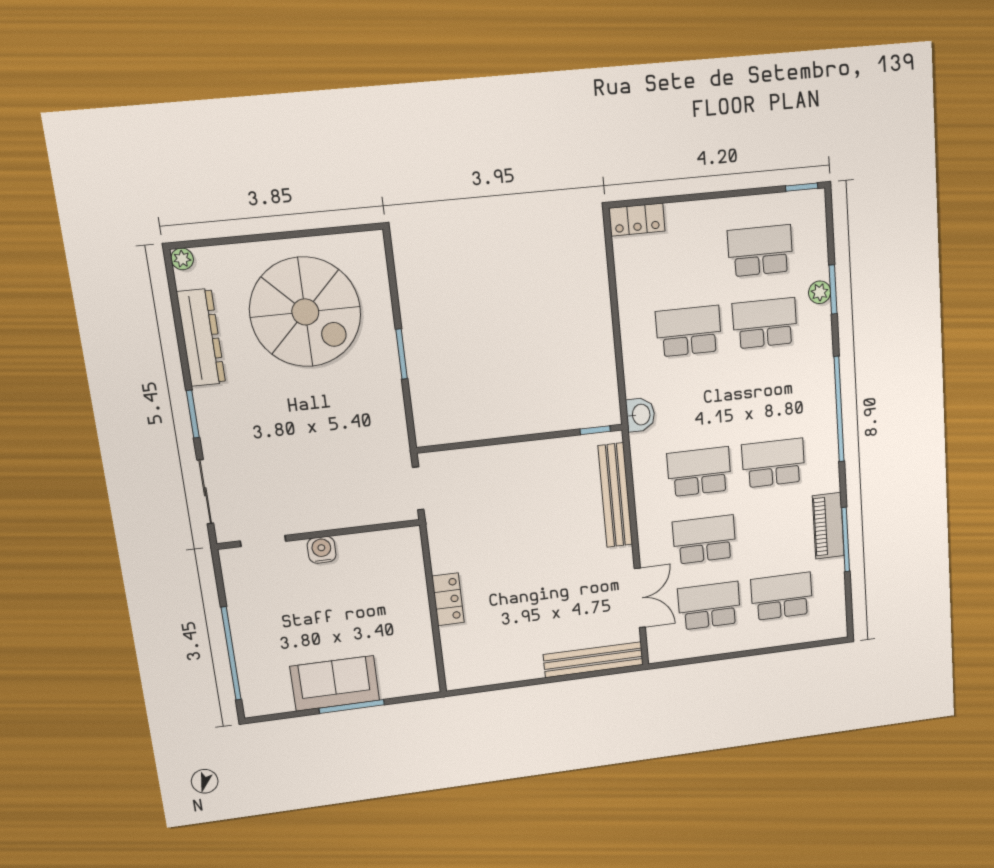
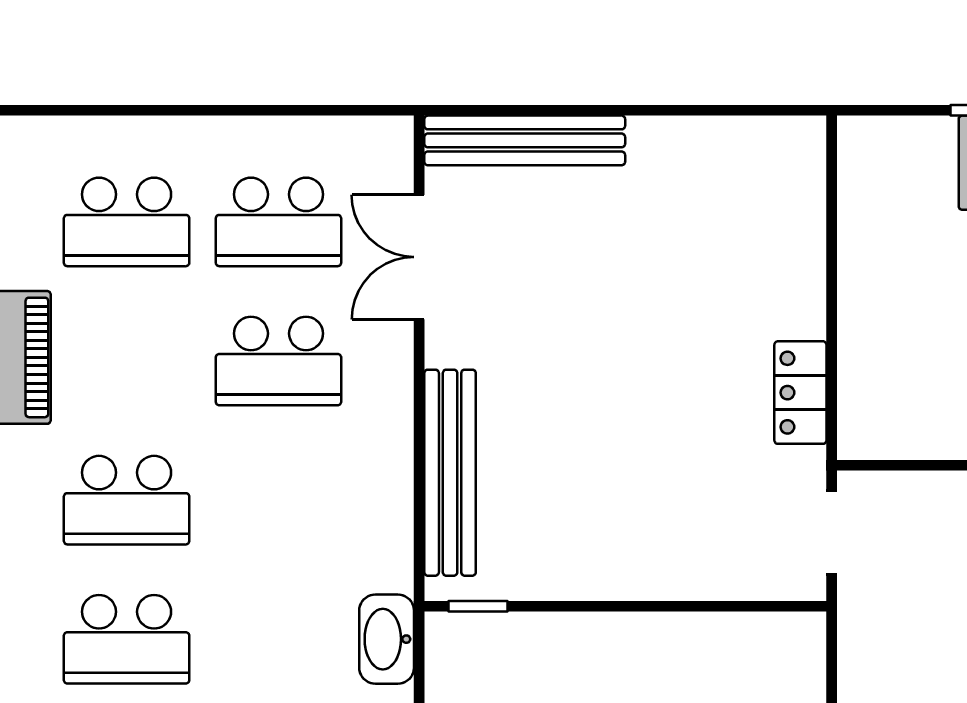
washbasin: (640, 415) -> (387, 639), width x1.38
school desk: (699, 472) -> (127, 639), moved
locker: (448, 599) -> (800, 393), moved

